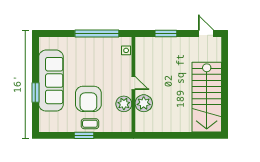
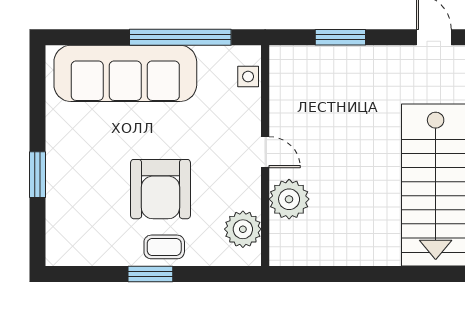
sofa: (51, 81) -> (125, 73), moved, turned 90
plant: (124, 104) -> (243, 229), moved

